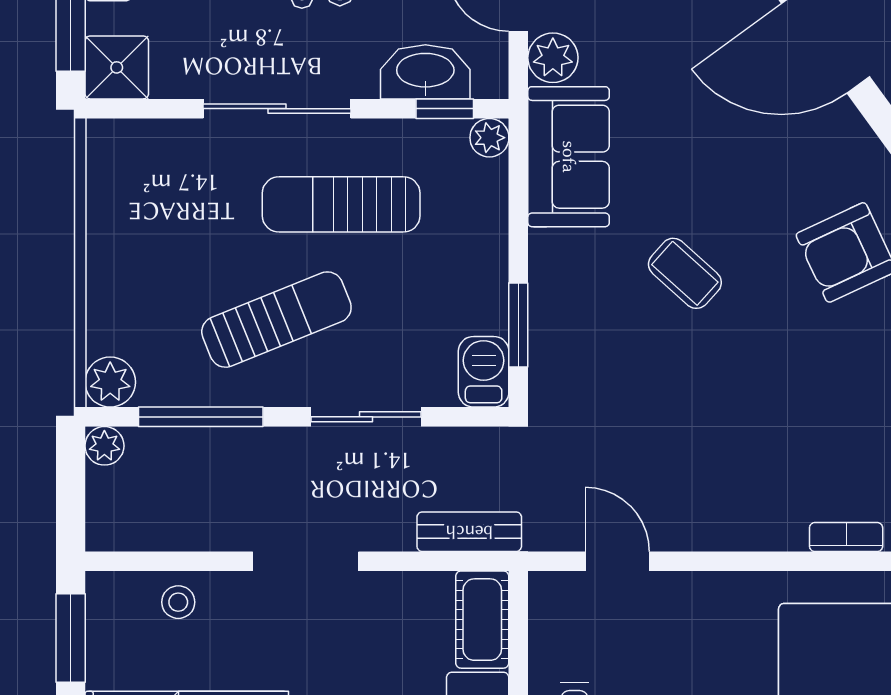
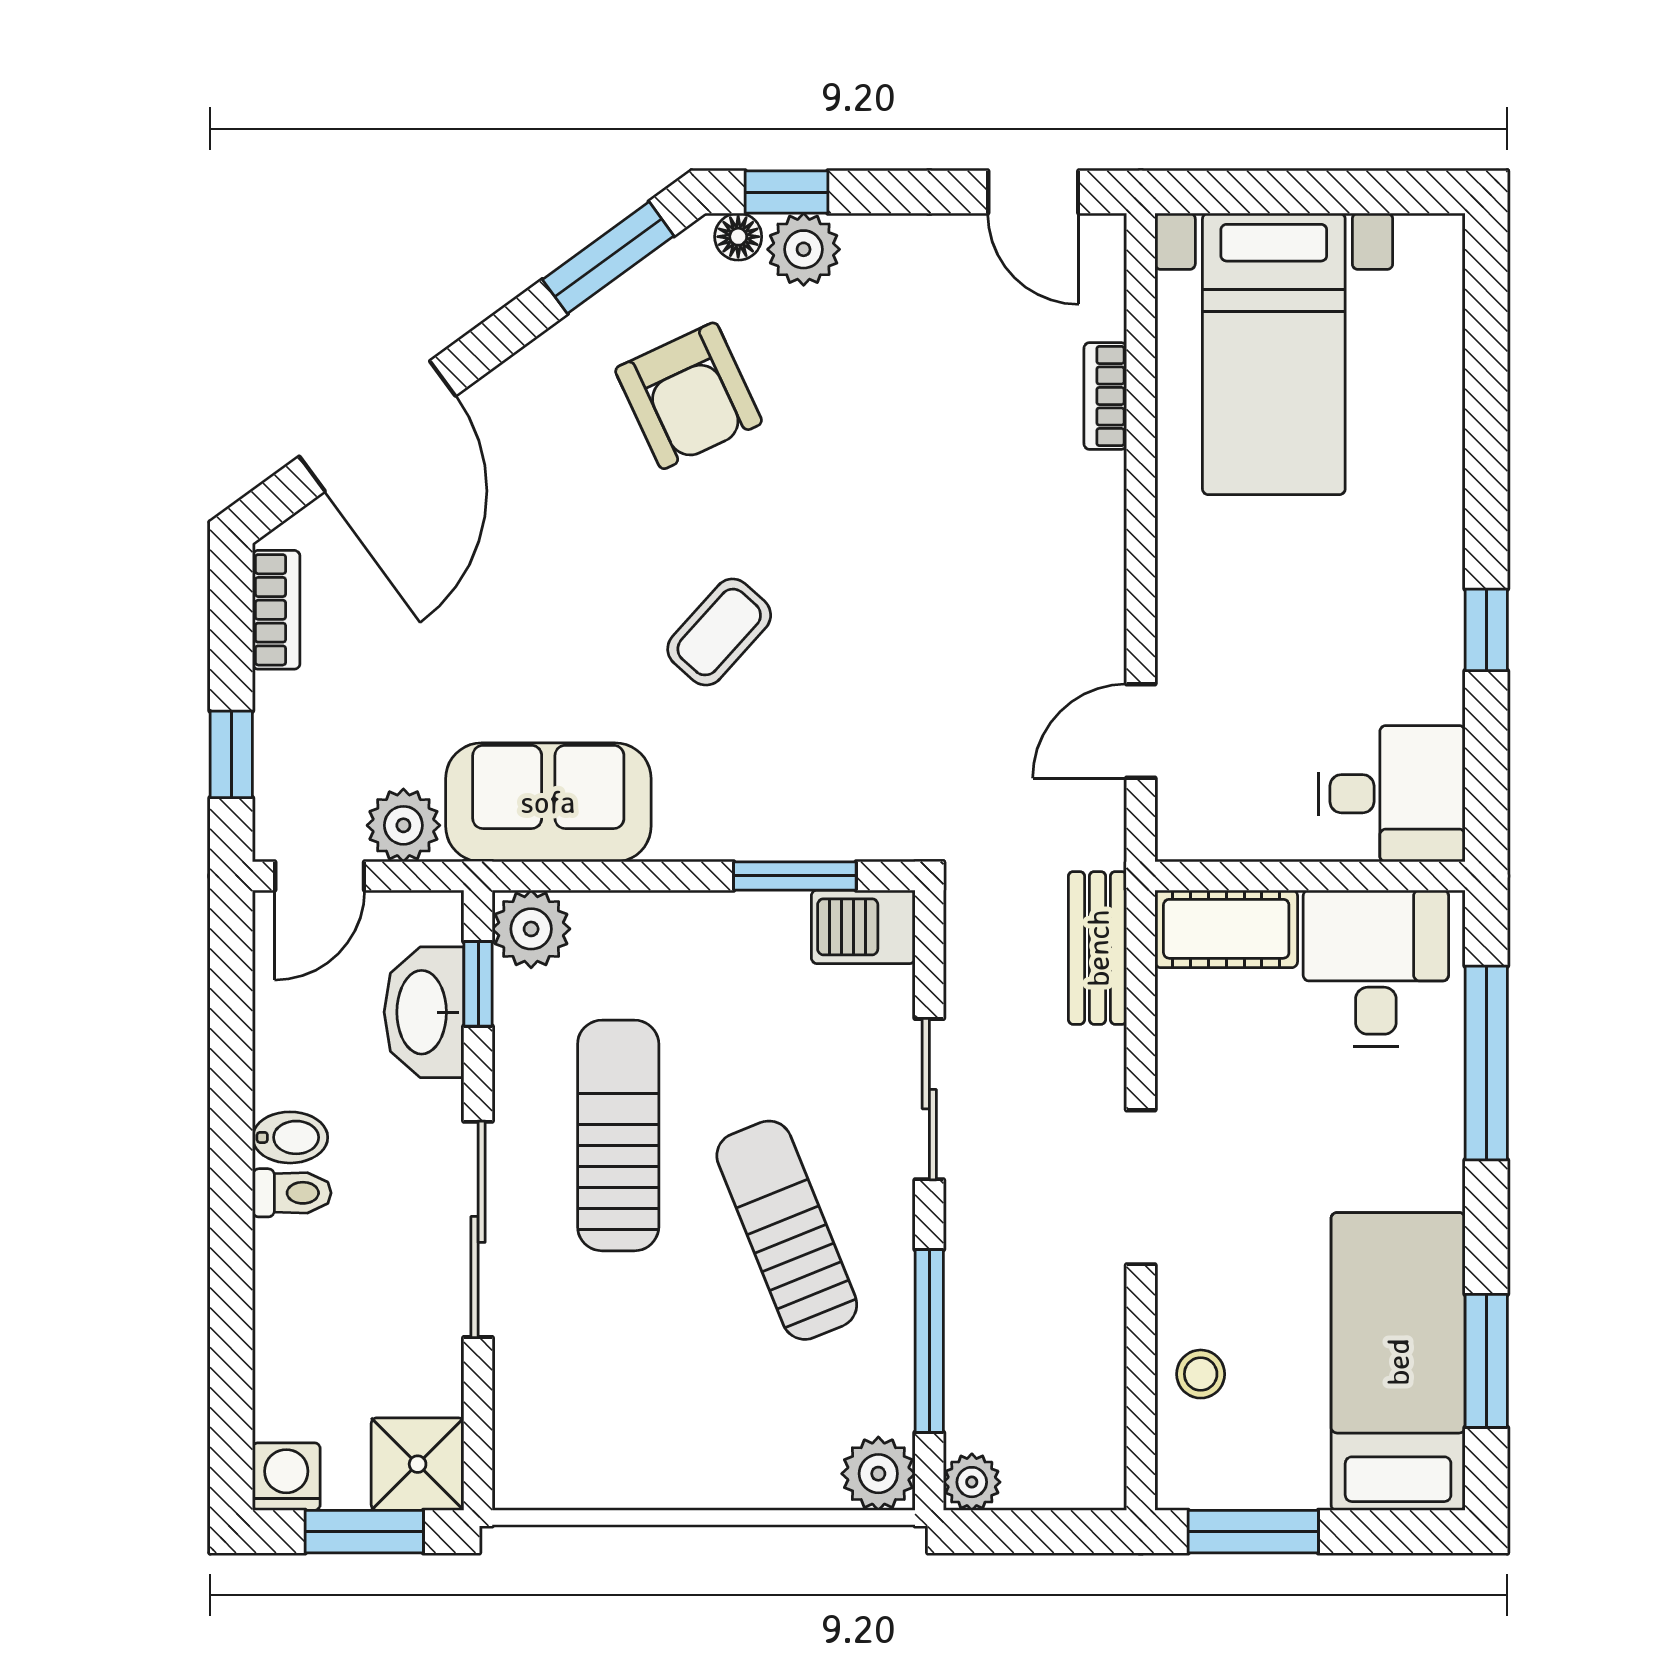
plant: (489, 138) -> (531, 929), width x1.38, depth x1.38
sun lounger: (341, 204) -> (618, 1135), turned 180

